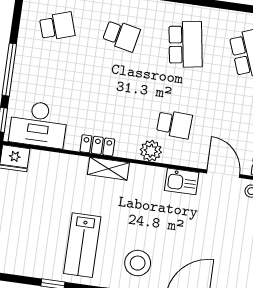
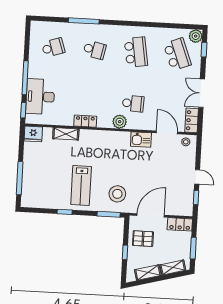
desk: (38, 124) -> (40, 97), moved, turned 90
shelving: (108, 169) -> (66, 134), moved

